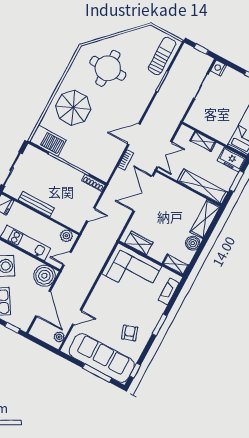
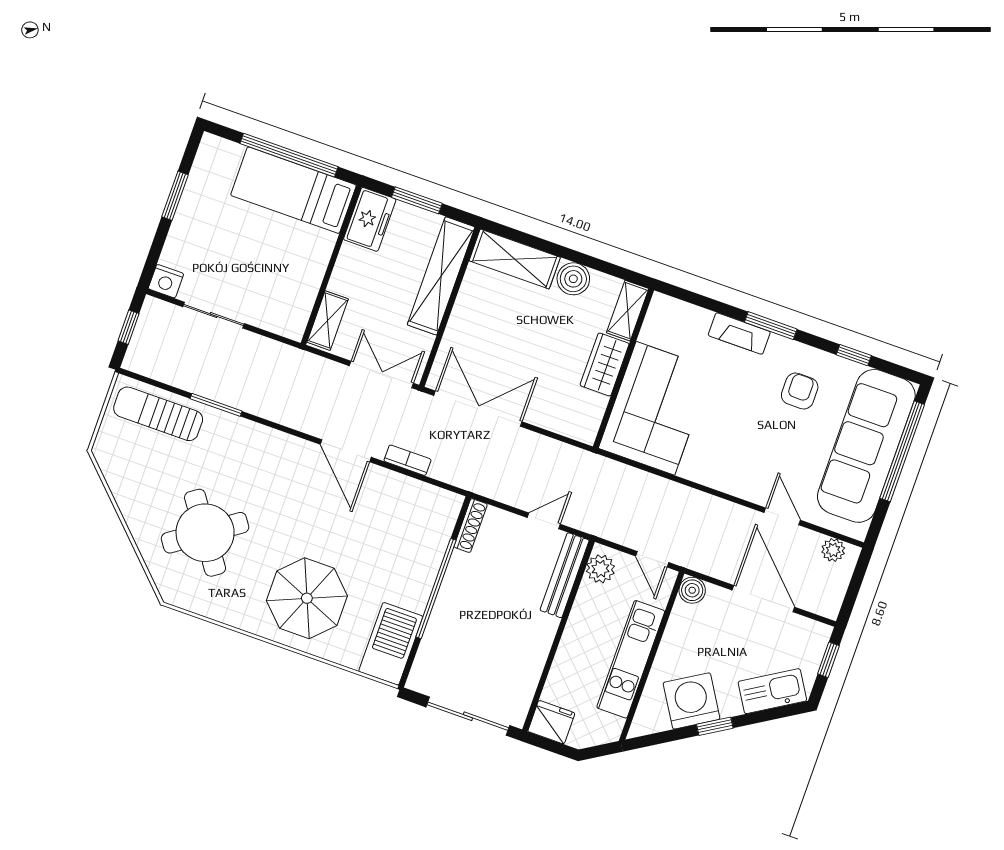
round table: (108, 68) -> (205, 533), turned -35
shelving: (203, 141) -> (328, 321), moved
double door: (143, 194) -> (478, 409), swing flipped
bench: (36, 204) -> (565, 575), moved
door: (91, 215) -> (544, 521), hinge flipped
wardrobe: (139, 243) -> (605, 364), moved
boiler: (44, 276) -> (692, 590), width x0.54, depth x0.54
fireplace: (169, 291) -> (739, 334), moved
door: (43, 304) -> (763, 599), hinge flipped
armchair: (130, 333) -> (800, 391), turned 109
window: (135, 371) -> (854, 355), moved
window: (97, 373) -> (902, 451), width x1.46

